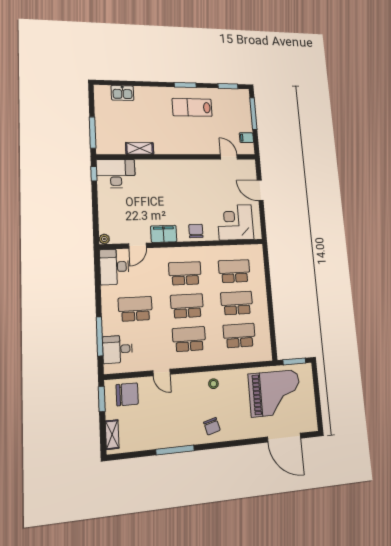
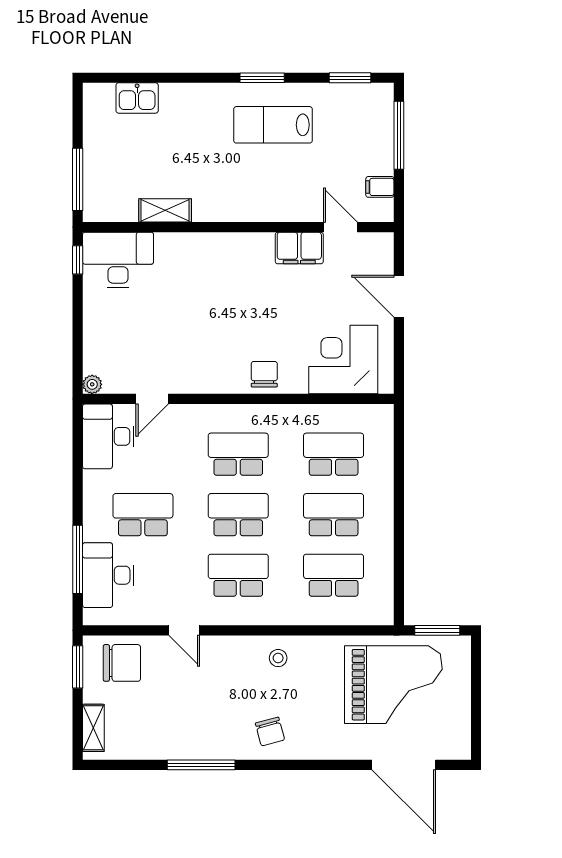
filing cabinet: (164, 234) -> (299, 248), moved, turned 180
desk: (118, 349) -> (108, 575), width x1.37

